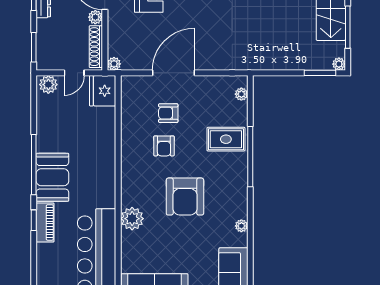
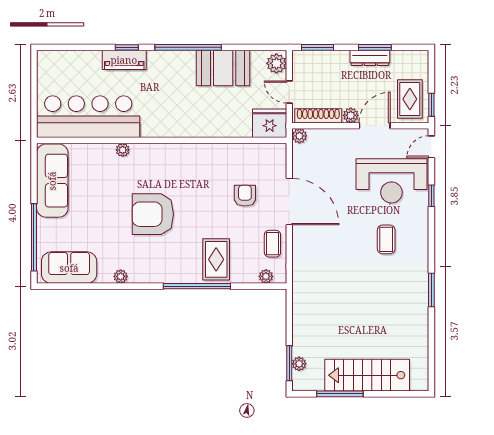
plant: (339, 64) -> (299, 364), moved
coffee table: (212, 88) -> (272, 244), added
armchair: (164, 146) -> (209, 191), removed
booth: (52, 177) -> (223, 68), moved
plant: (132, 219) -> (123, 150), width x0.53, depth x0.53

